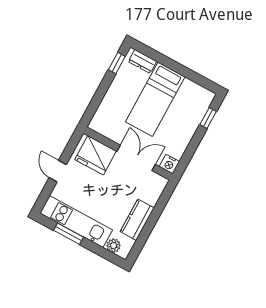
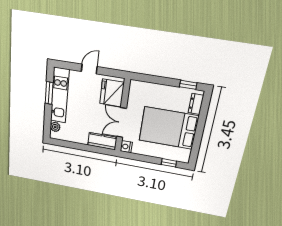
bed: (155, 99) -> (169, 128), width x1.50
double door: (136, 158) -> (122, 123), swing flipped
kitchen counter: (137, 220) -> (102, 141), moved

